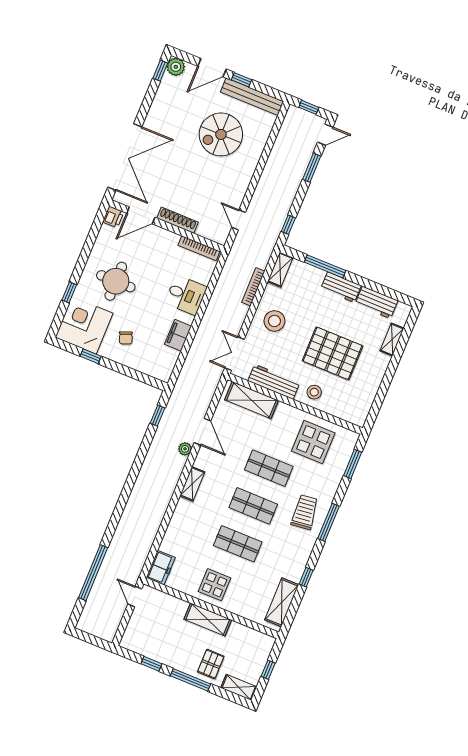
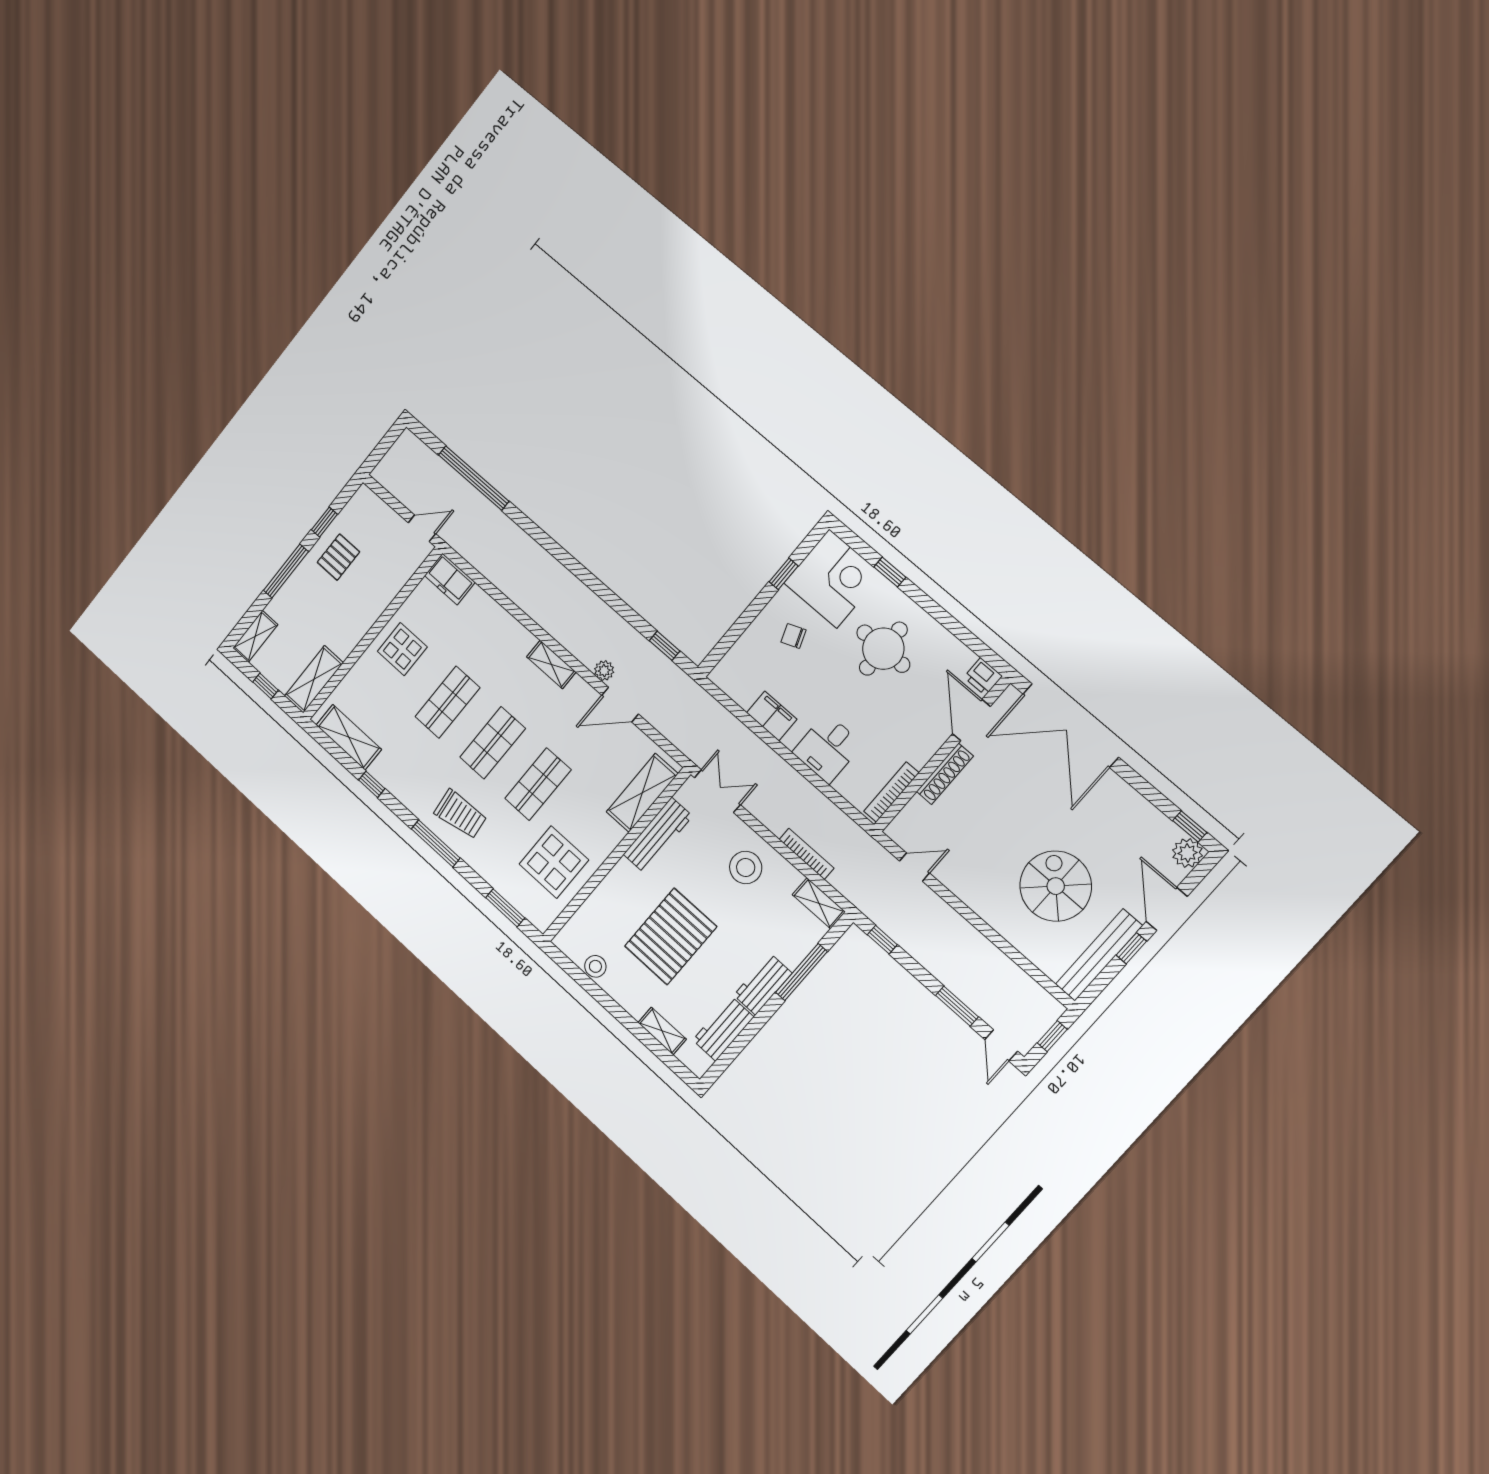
stool: (314, 392) -> (595, 966), moved
shelving: (208, 619) -> (314, 679), moved
pallet: (211, 664) -> (338, 557), moved, turned 90

